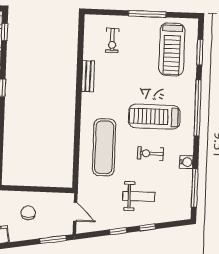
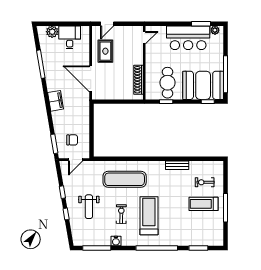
treadmill: (172, 49) -> (204, 204), moved, width x0.73, depth x0.73
chair: (28, 213) -> (72, 140), moved

